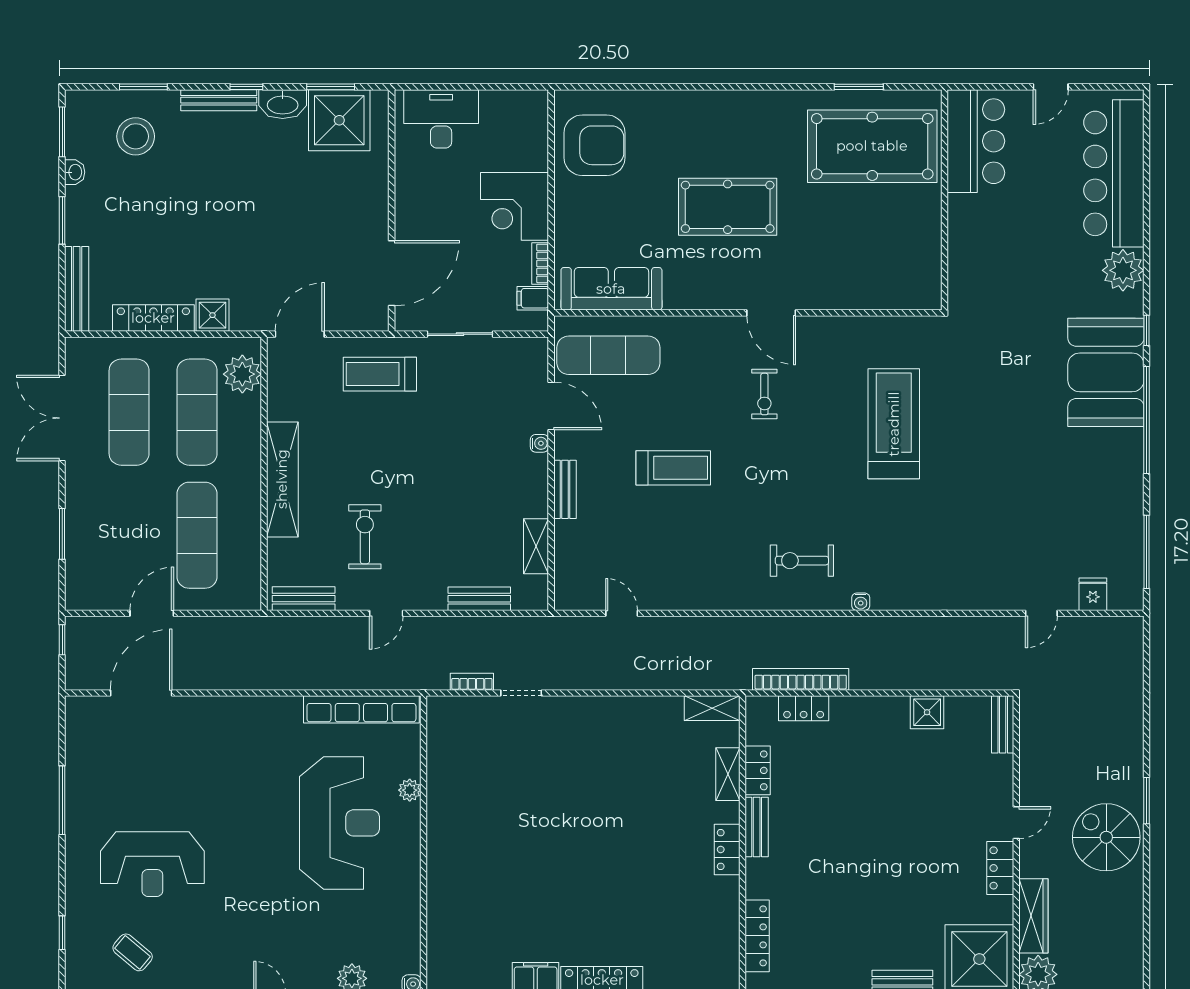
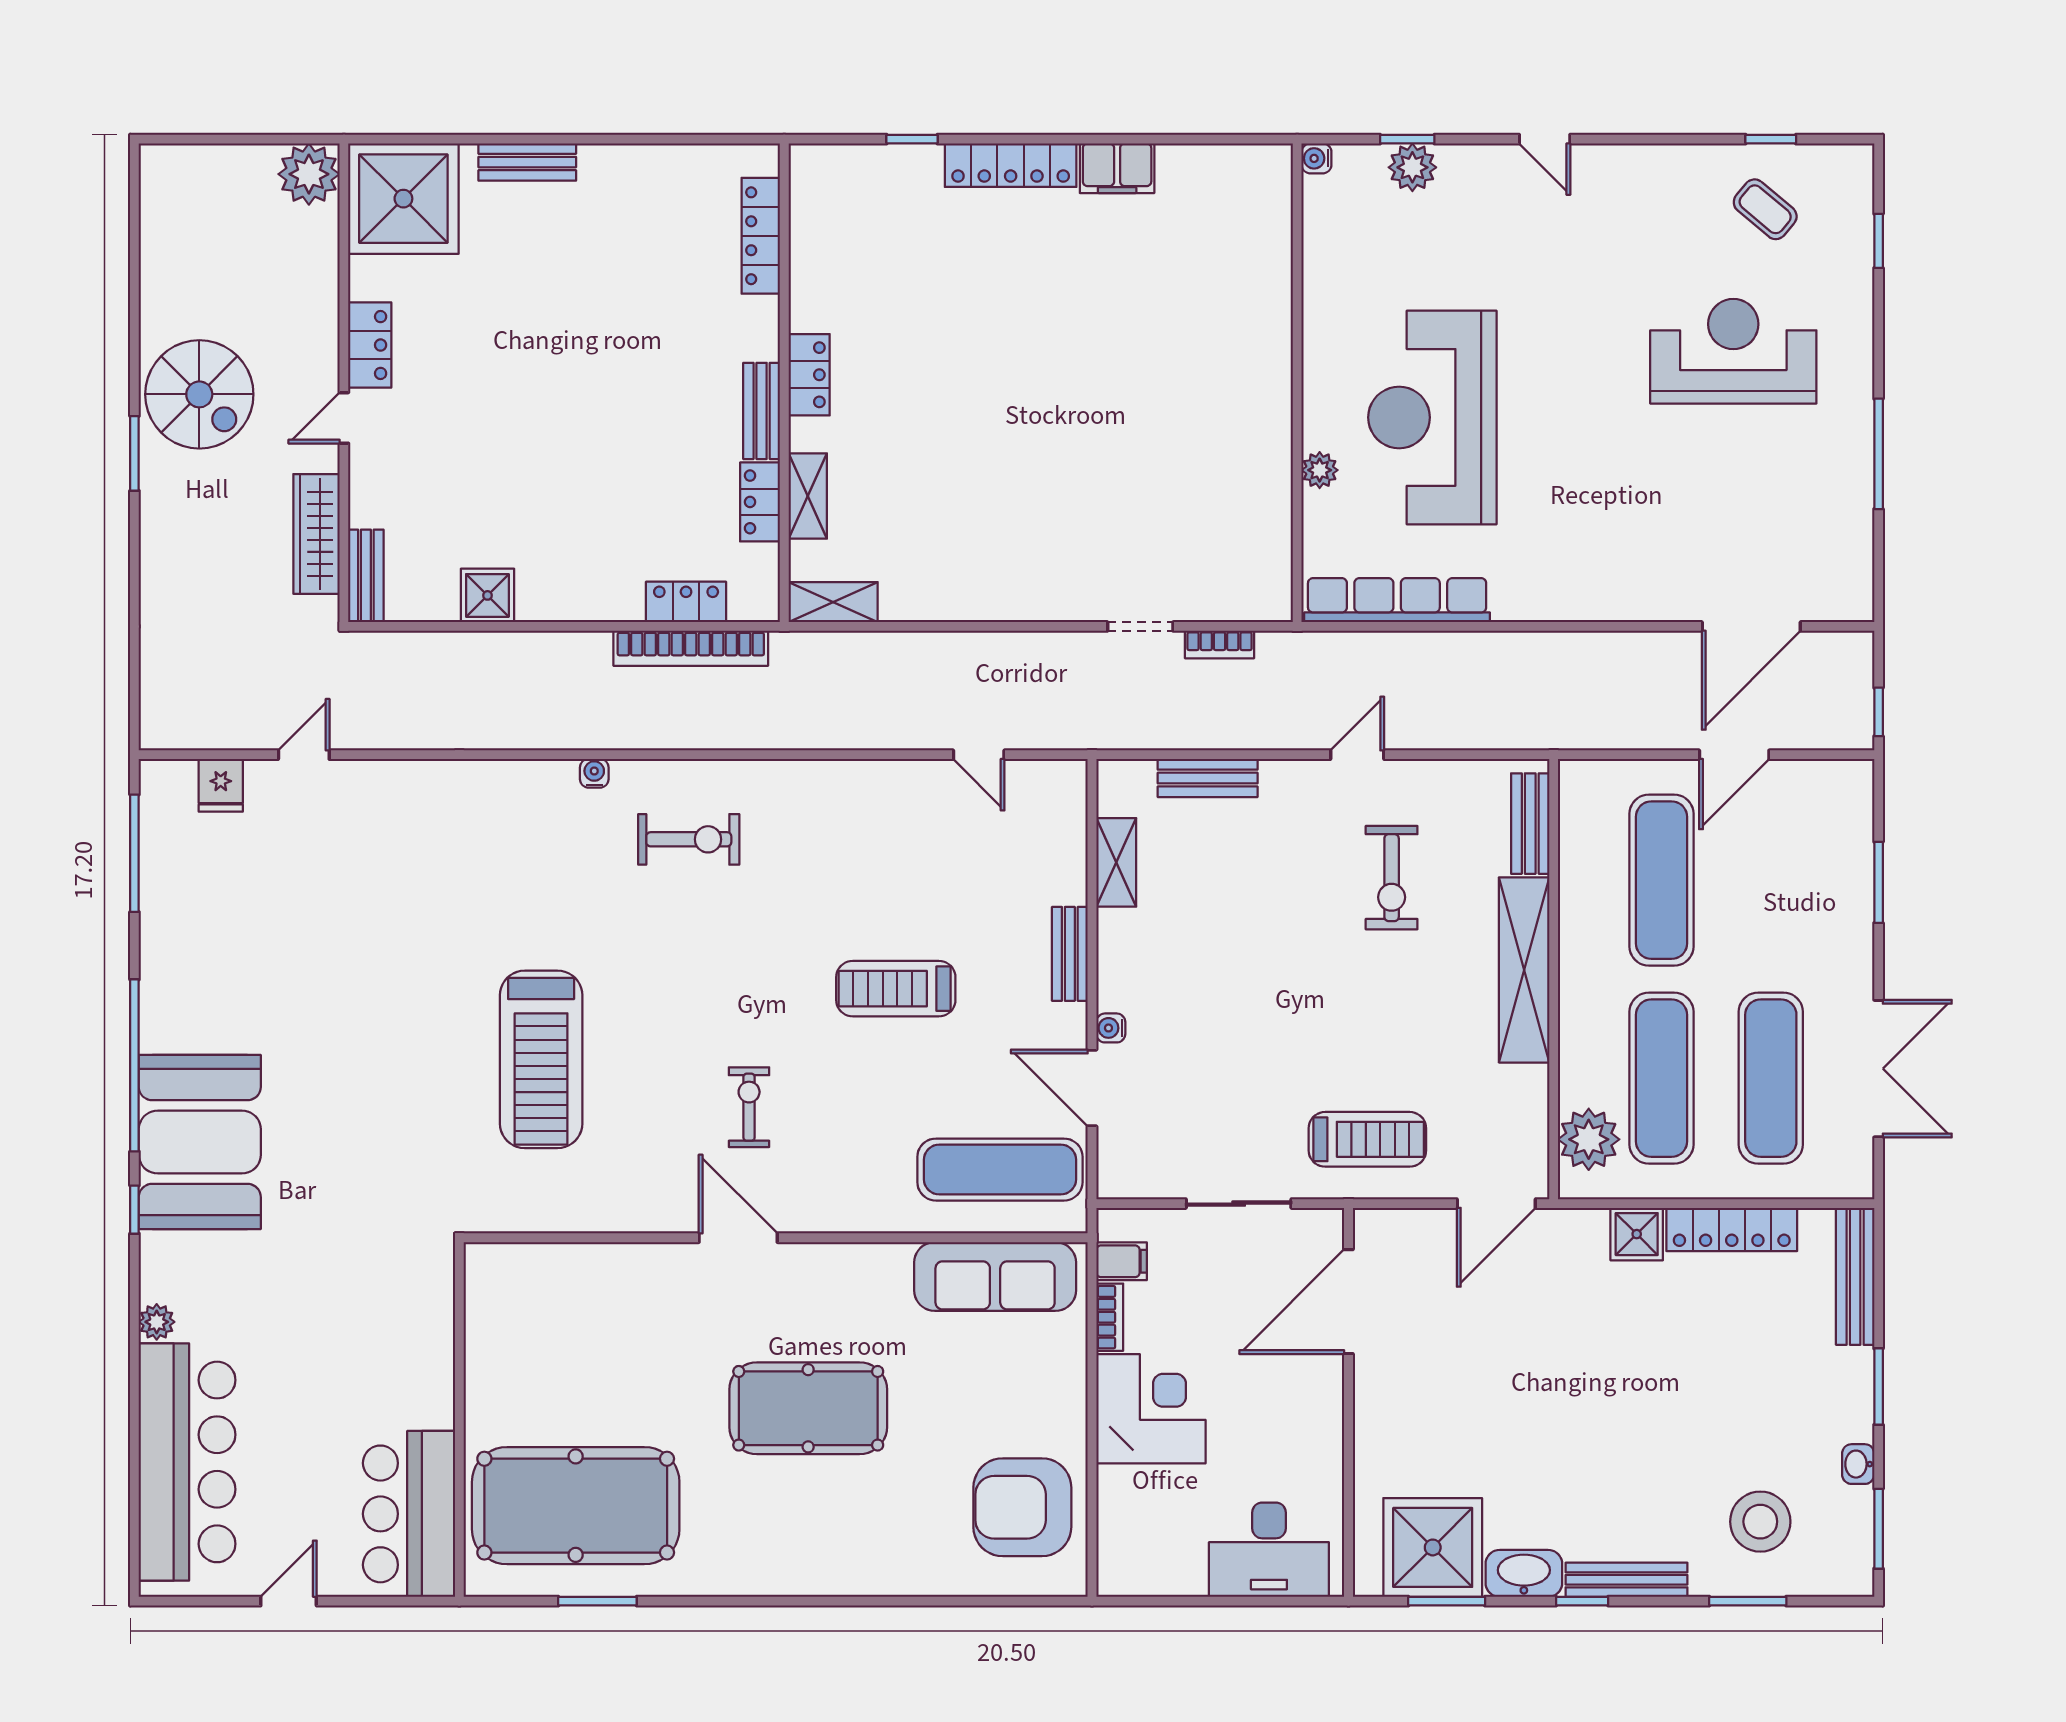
plant: (1123, 270) -> (157, 1322), width x0.53, depth x0.53
bench: (304, 599) -> (1530, 824), moved, turned 90
wardrobe: (1033, 916) -> (317, 534), moved

